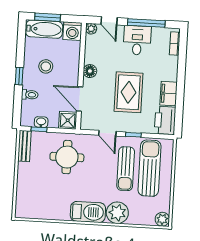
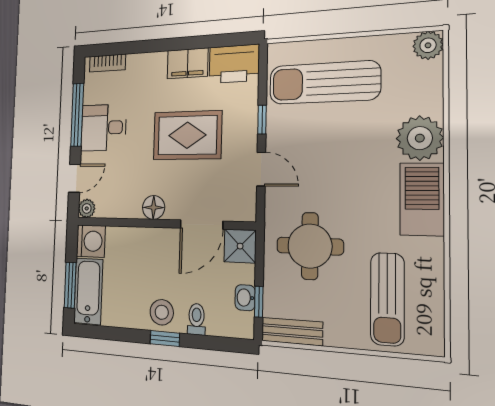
stool: (46, 66) -> (162, 312), moved
door: (107, 133) -> (261, 169), hinge flipped
sun lounger: (126, 169) -> (387, 299), moved, turned 90

